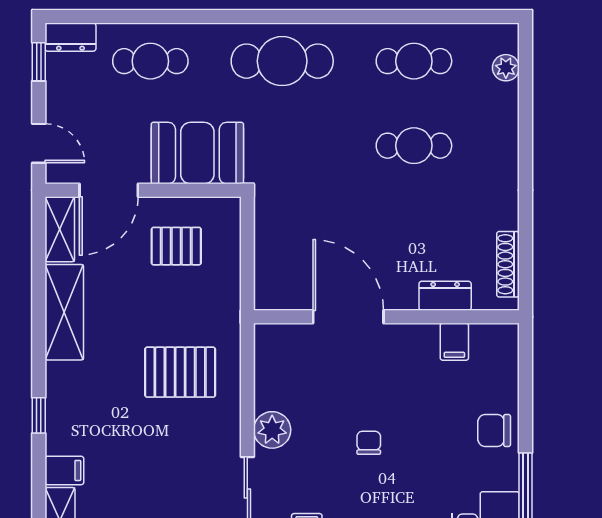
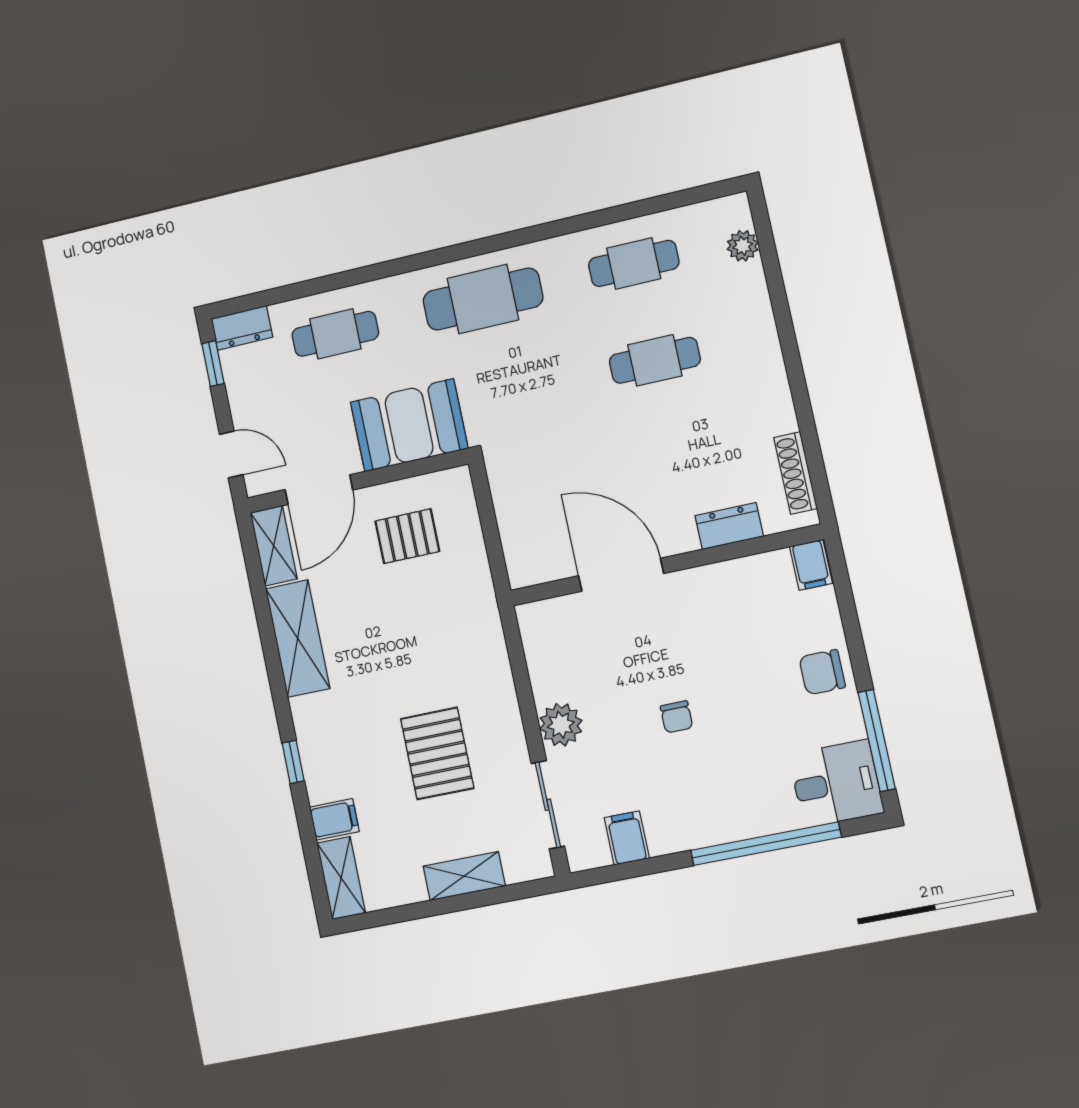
filing cabinet: (454, 342) -> (811, 565), moved
pallet: (180, 372) -> (437, 753), moved, turned 90
chair: (369, 443) -> (677, 717), turned 180

